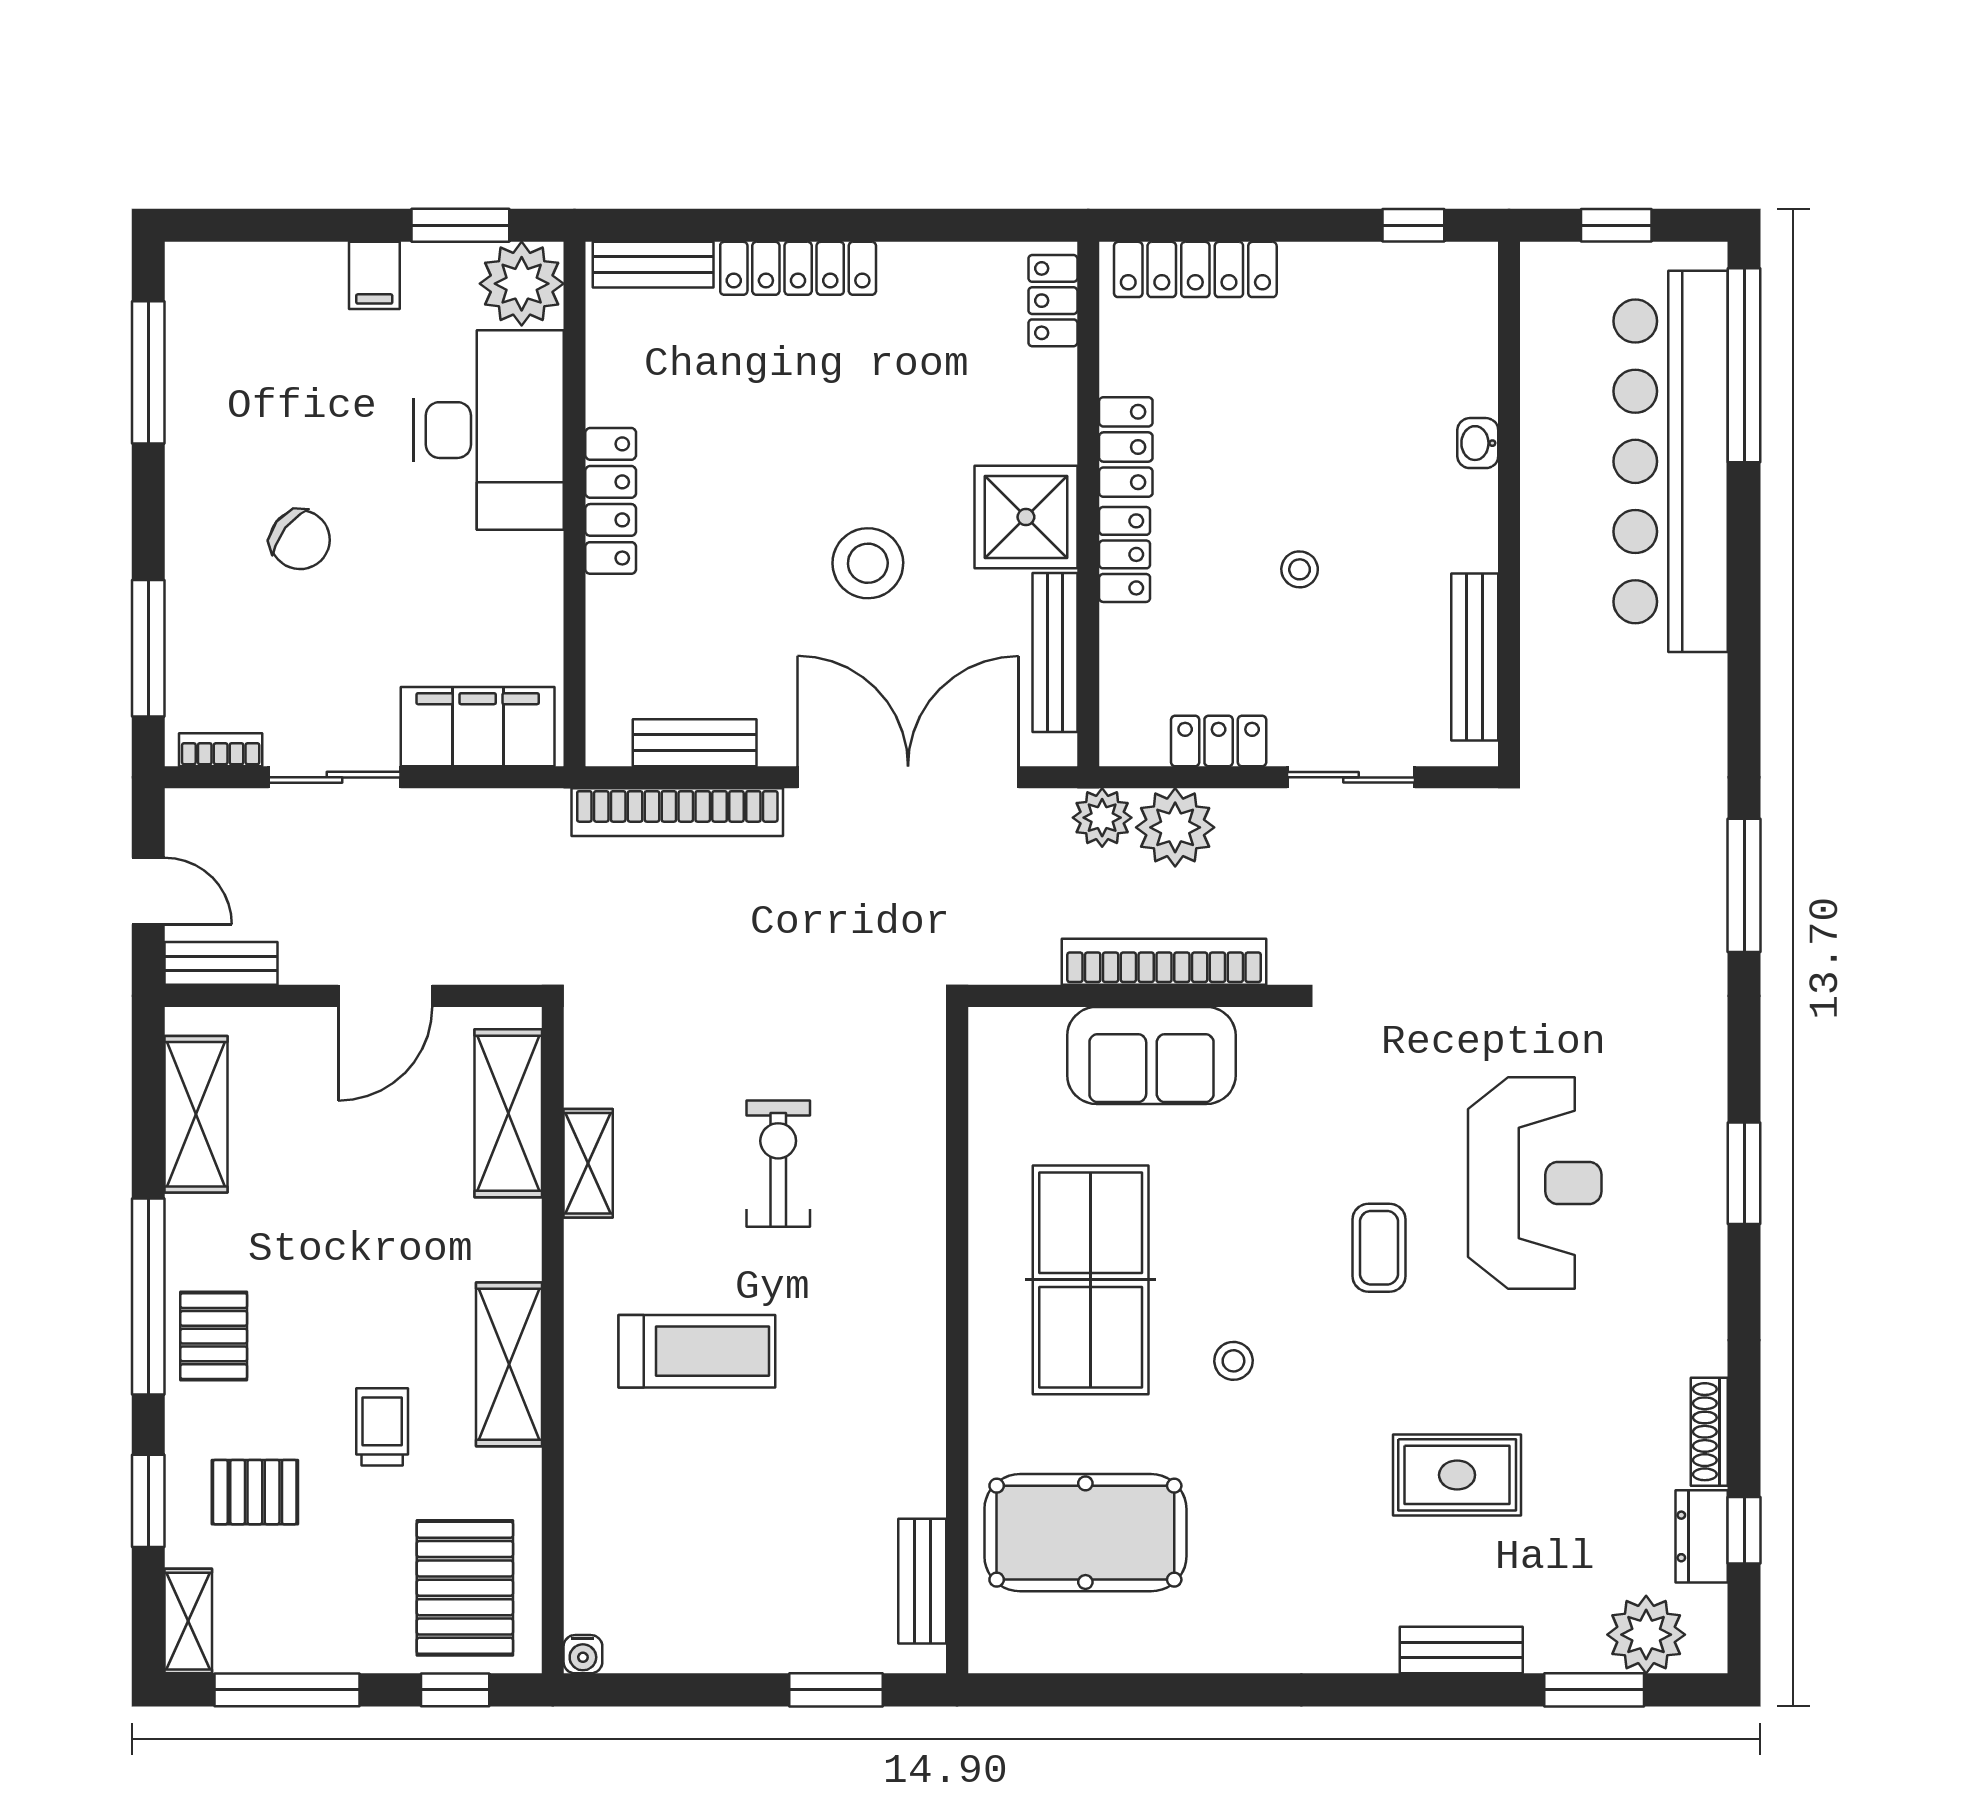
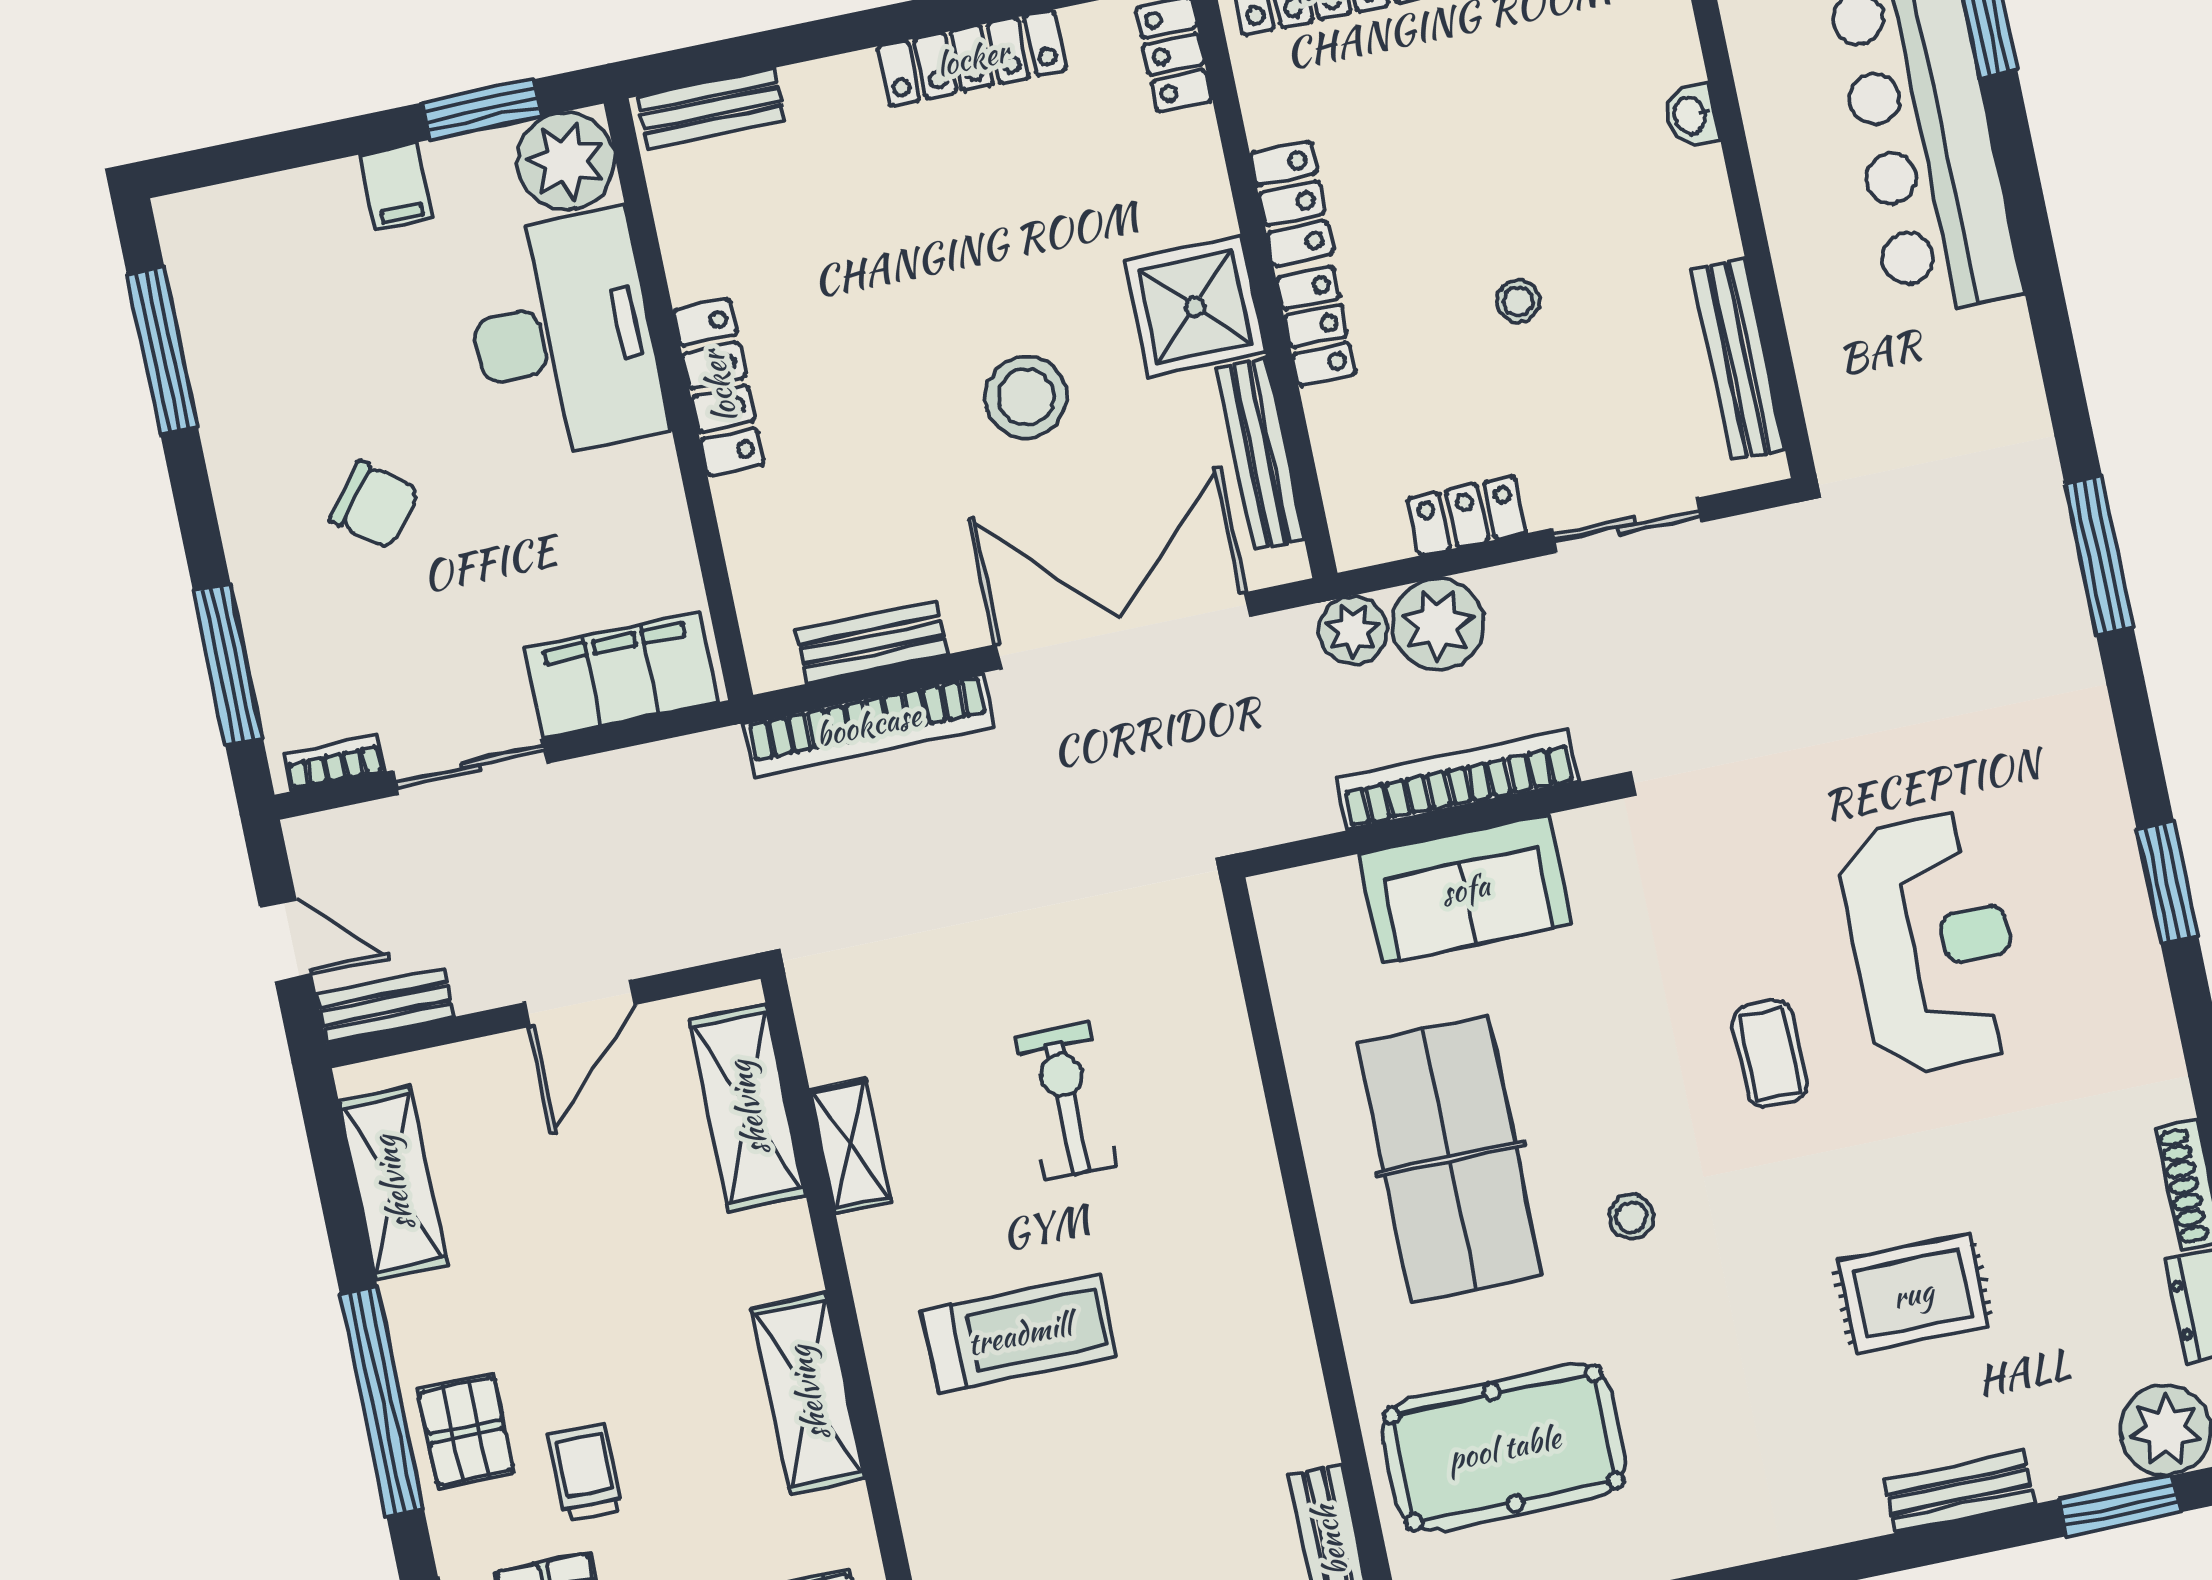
locker: (798, 268) -> (972, 58), moved
trolley: (382, 1427) -> (585, 1472), moved

